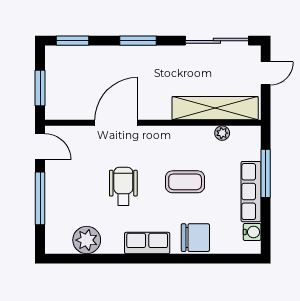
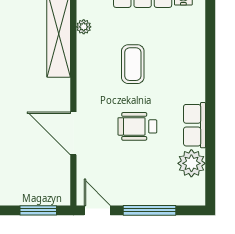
door: (40, 147) -> (97, 210), hinge flipped
chair: (195, 238) -> (189, 54), removed
row of seats: (147, 243) -> (195, 125), moved

